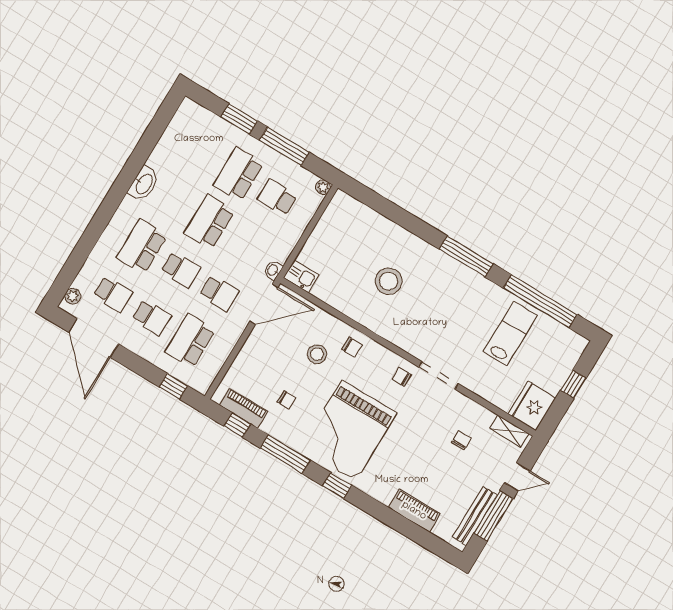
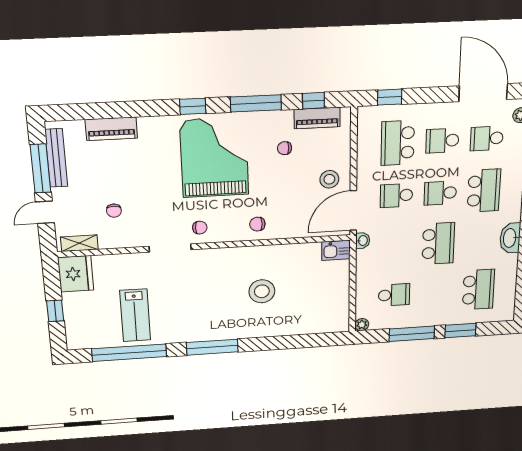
school desk: (238, 174) -> (478, 290), moved
school desk: (190, 341) -> (398, 143), turned 180
stool: (317, 354) -> (329, 179), moved

